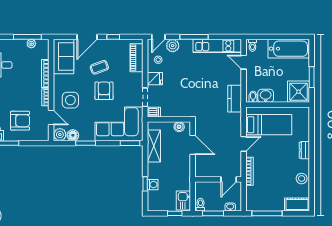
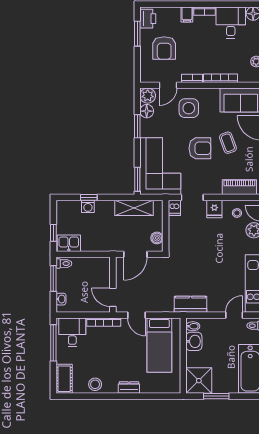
wall: (218, 179) -> (113, 285), moved
door: (229, 179) -> (113, 297), moved
desk: (258, 198) -> (72, 332), added

